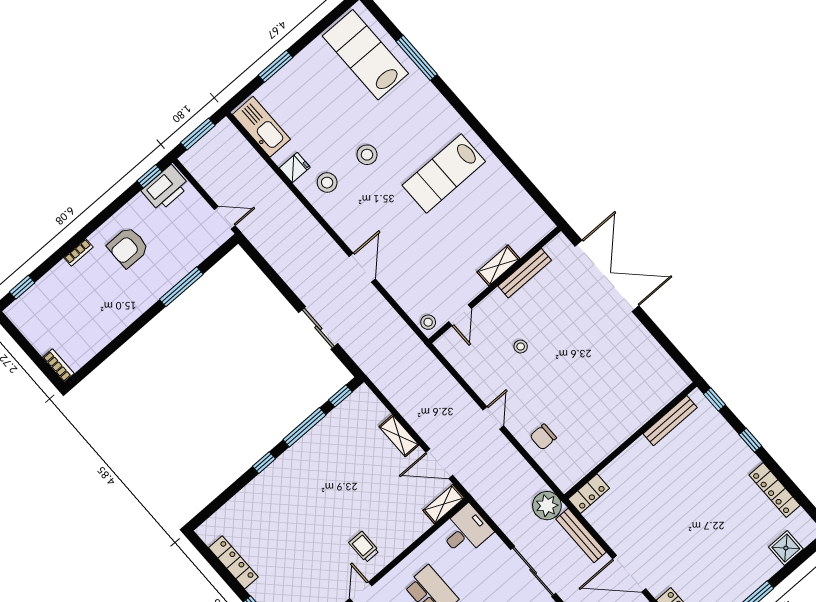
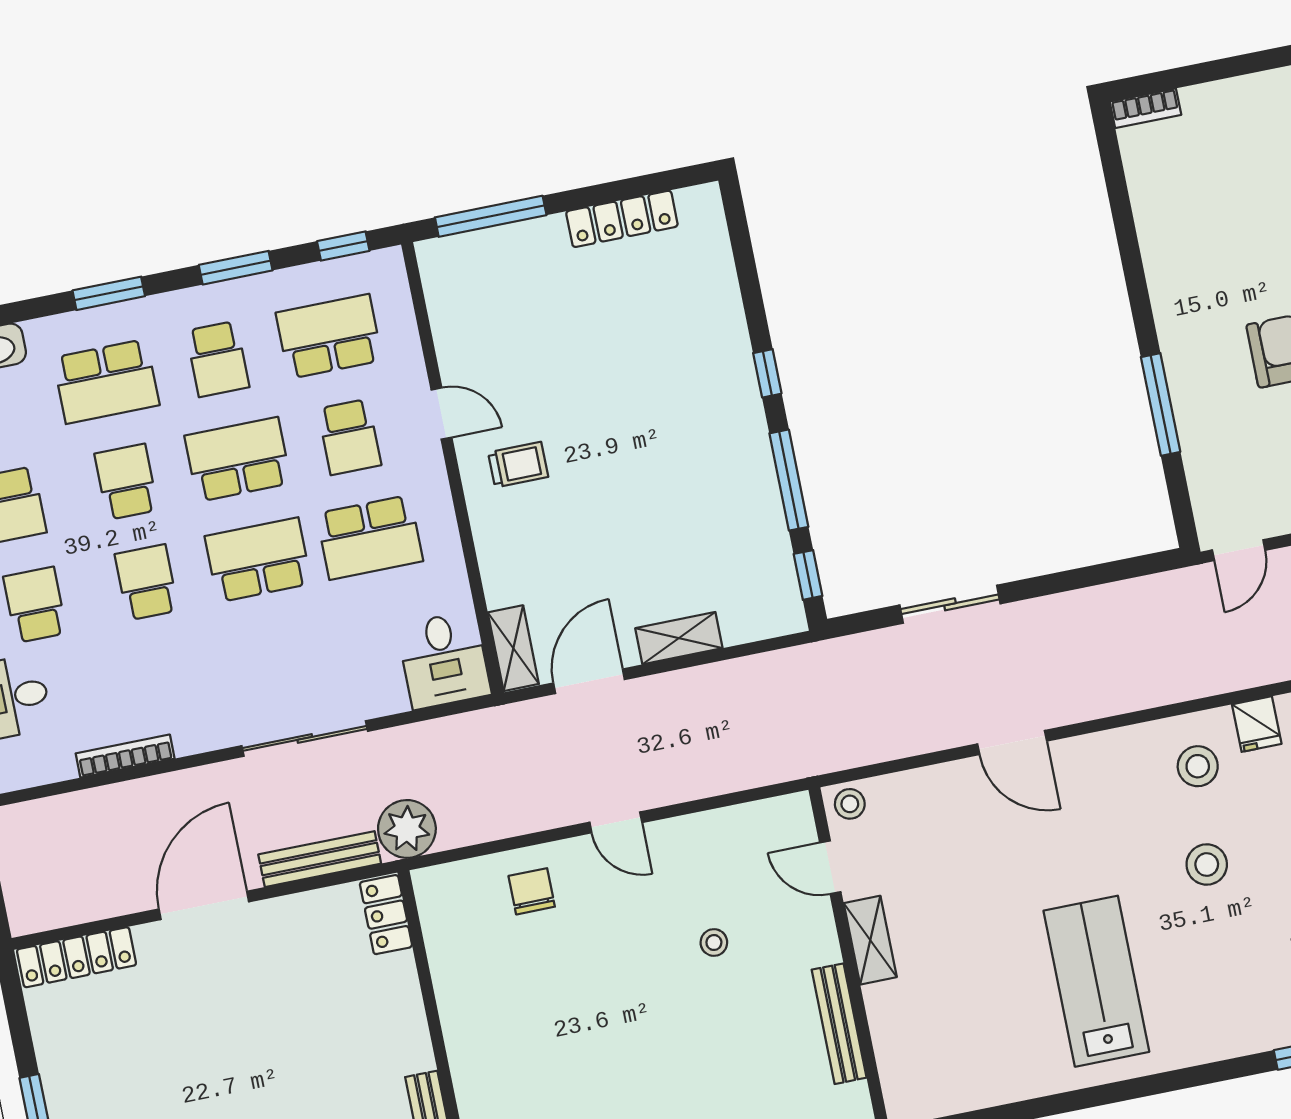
shelving: (498, 265) -> (870, 940), moved

